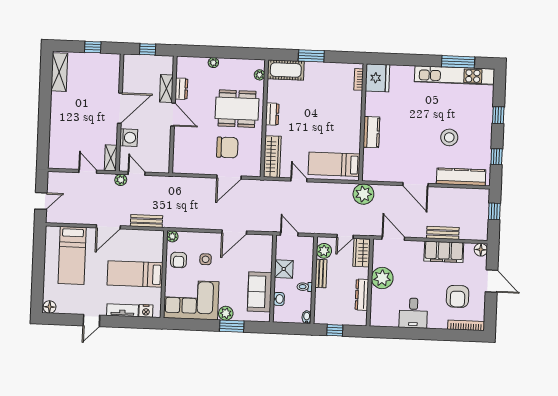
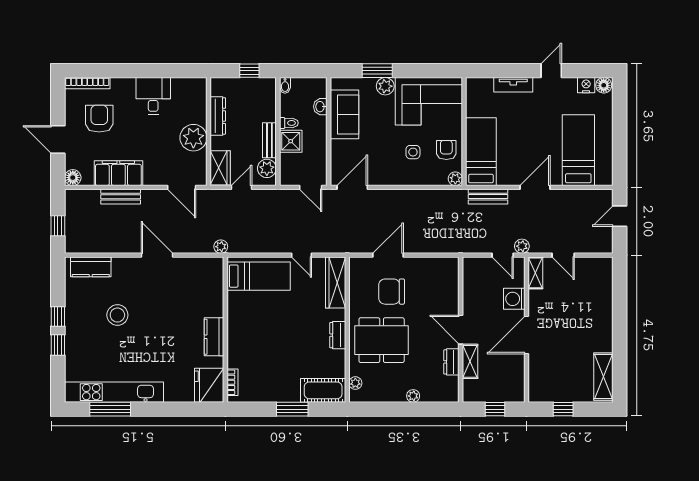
kitchen counter: (371, 132) -> (214, 337), moved
window: (497, 157) -> (58, 317), moved
kitchen counter: (461, 177) -> (91, 267), width x0.67
plant: (363, 194) -> (221, 247), width x0.53, depth x0.53
door: (234, 232) -> (352, 187), moved
shower: (284, 269) -> (291, 141), moved
bed: (135, 274) -> (481, 152), moved, turned -90
nightstand: (146, 311) -> (586, 85), moved

